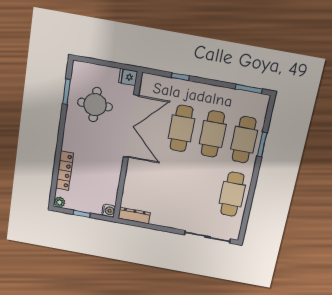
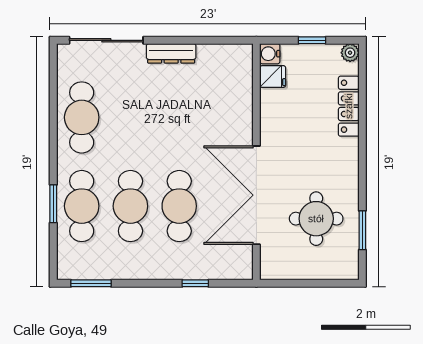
fridge: (128, 77) -> (273, 76), moved
dresser: (134, 216) -> (171, 53), moved

